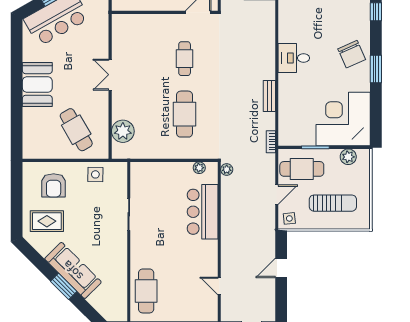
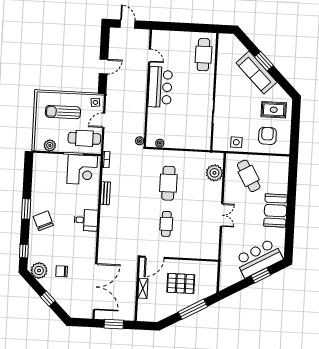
corner desk: (343, 119) -> (82, 170), moved, width x0.74, depth x0.74
bar counter: (203, 212) -> (160, 87), moved

